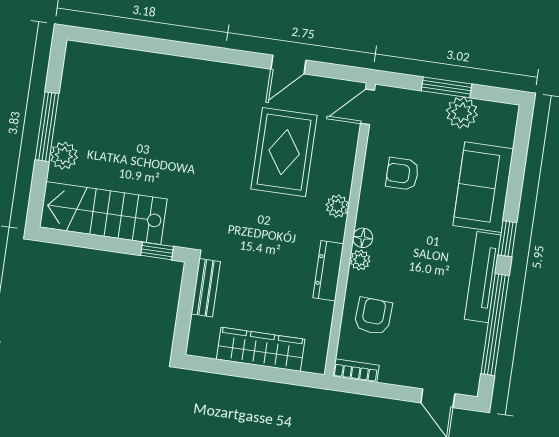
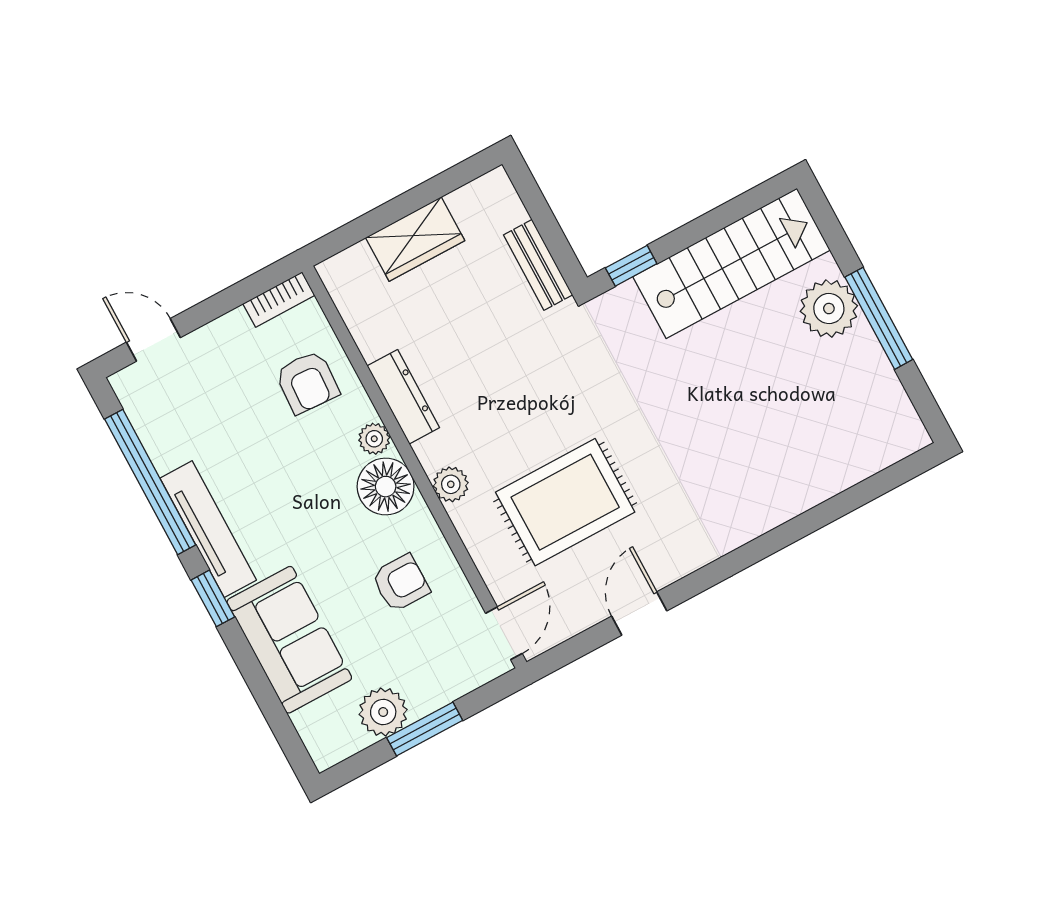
rug: (284, 152) -> (565, 502), turned 90
plant: (64, 156) -> (829, 309), width x1.36, depth x1.36
floor lamp: (363, 238) -> (386, 487), width x1.89, depth x1.89
wardrobe: (261, 349) -> (415, 239), width x0.67

